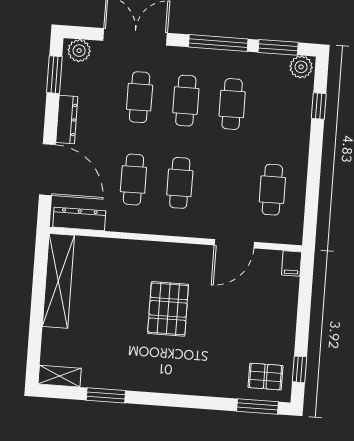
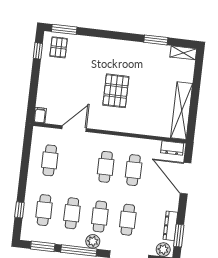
plant: (301, 67) -> (93, 241), moved
cafe table: (278, 107) -> (44, 210), added
dresser: (67, 119) -> (170, 226), moved
dresser: (79, 219) -> (172, 148), width x0.70
pallet: (266, 377) -> (59, 47), turned 90

